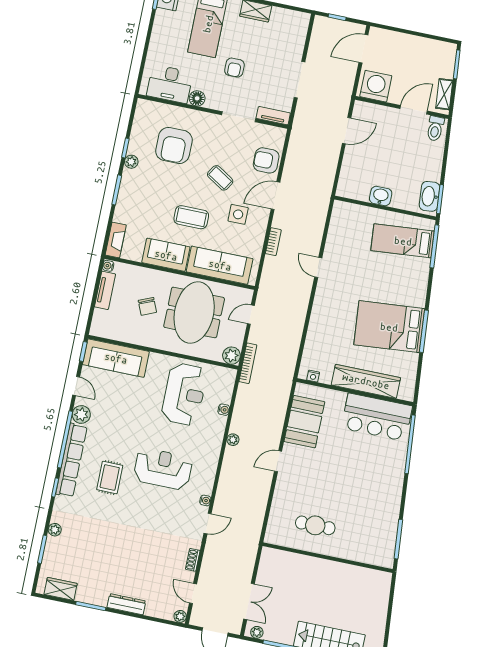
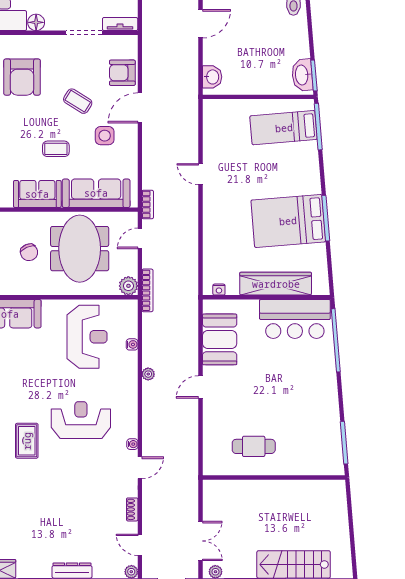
washbasin: (381, 196) -> (212, 77), moved, turned 90
coffee table: (191, 217) -> (56, 149), width x0.73, depth x0.77
bookcase: (273, 242) -> (148, 205), moved

